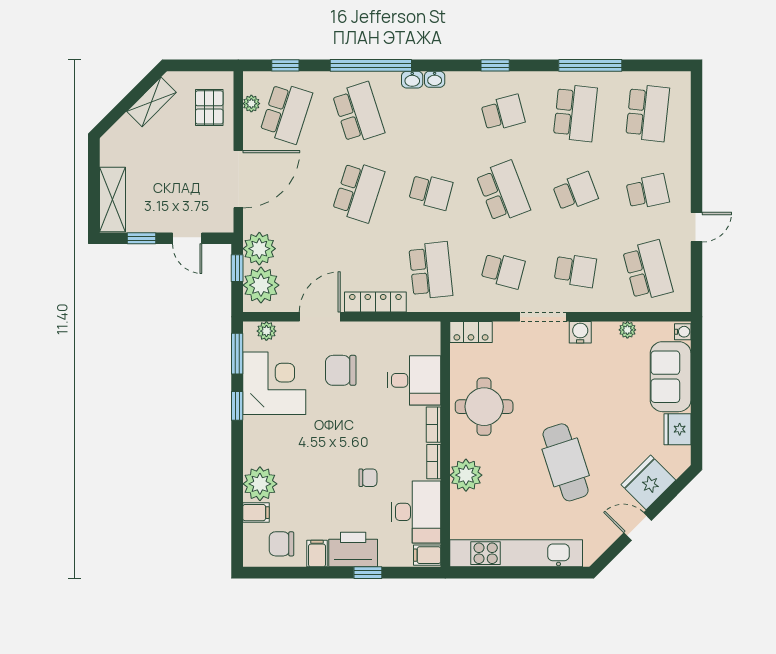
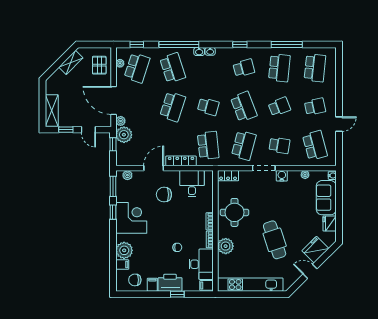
door: (238, 179) -> (114, 101), swing flipped
school desk: (503, 270) -> (244, 145), width x1.85
plant: (261, 285) -> (121, 121), moved, width x0.53, depth x0.53
desk: (414, 380) -> (192, 184), moved, turned -90
corner desk: (274, 383) -> (131, 218), moved

